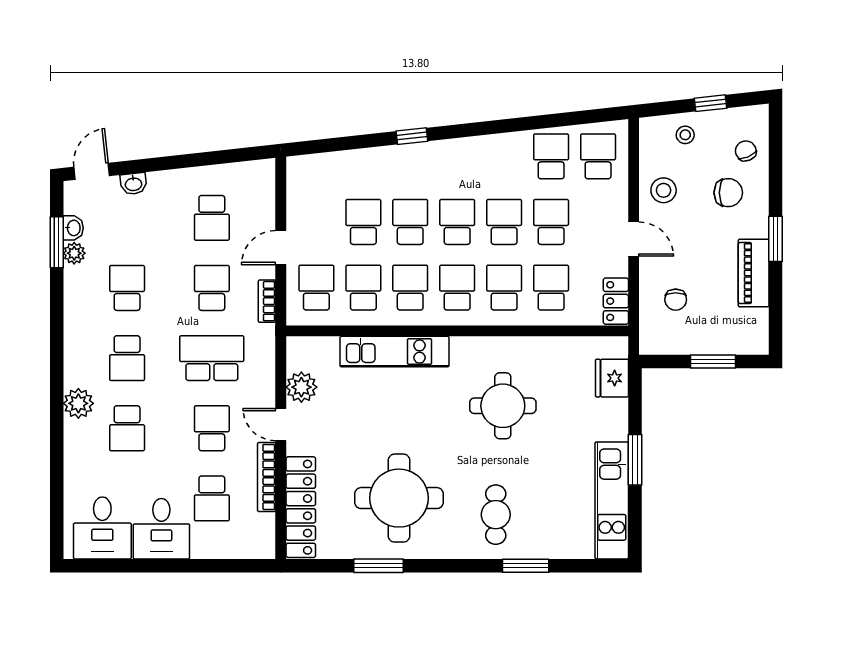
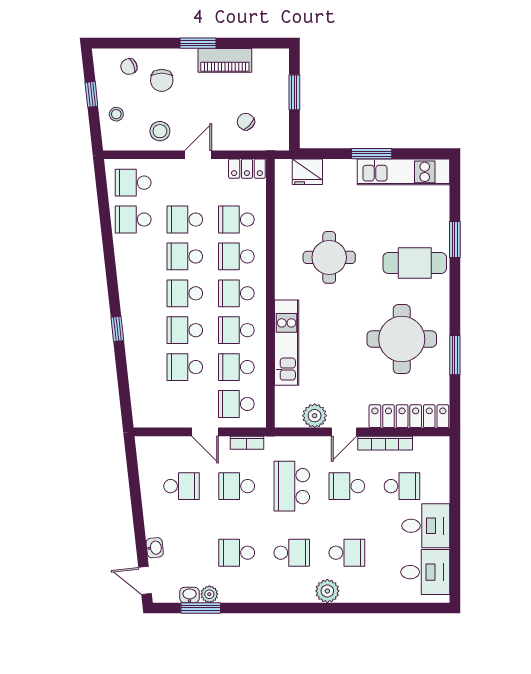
chair: (728, 193) -> (162, 80), turned 180
chair: (676, 300) -> (246, 122), turned -136
cafe table: (496, 515) -> (415, 263), width x1.37, depth x1.35

